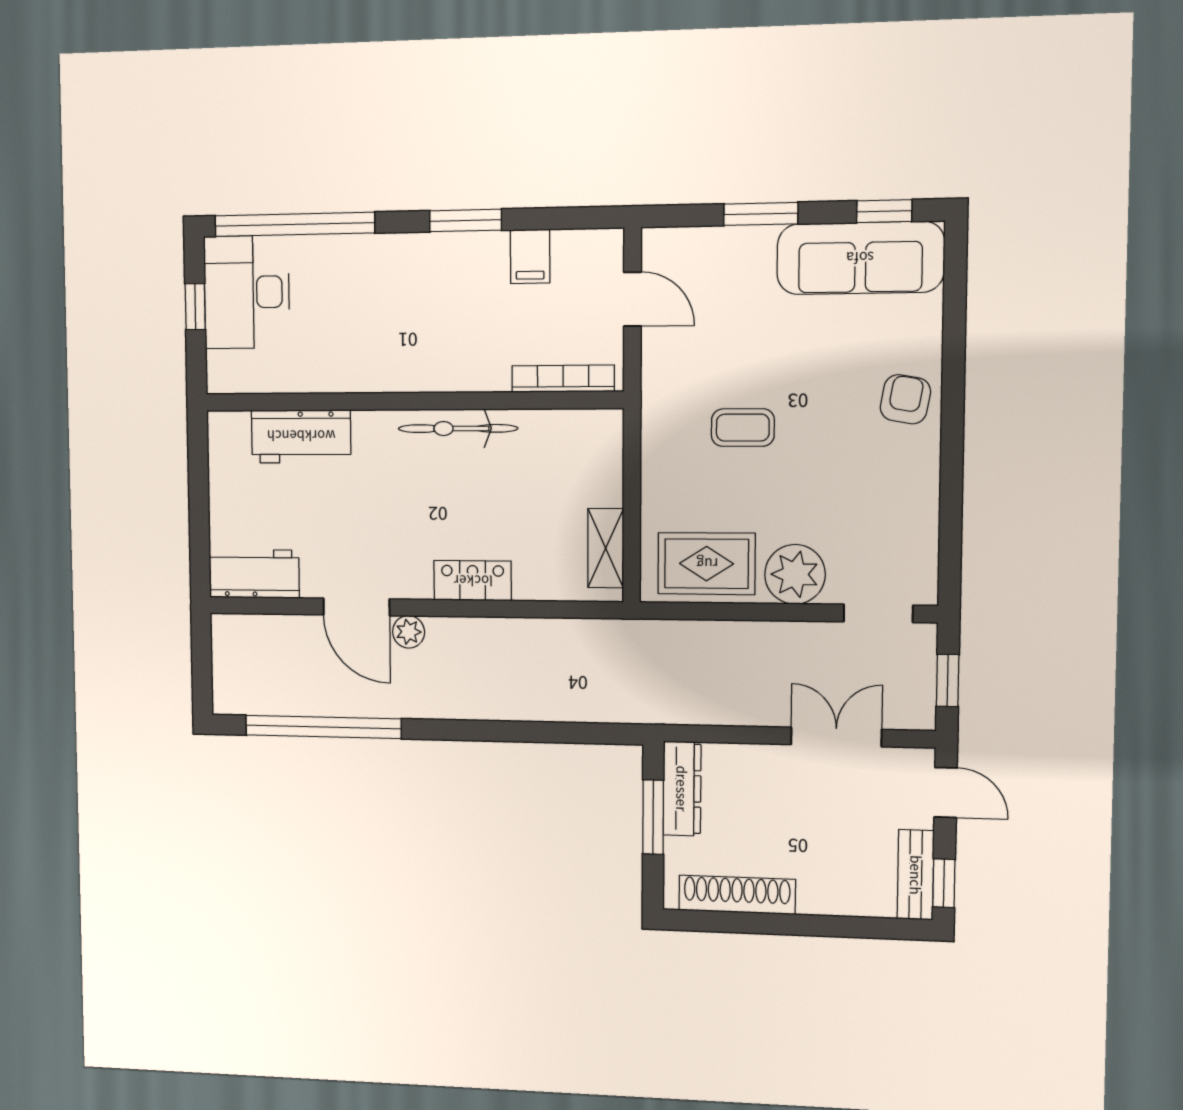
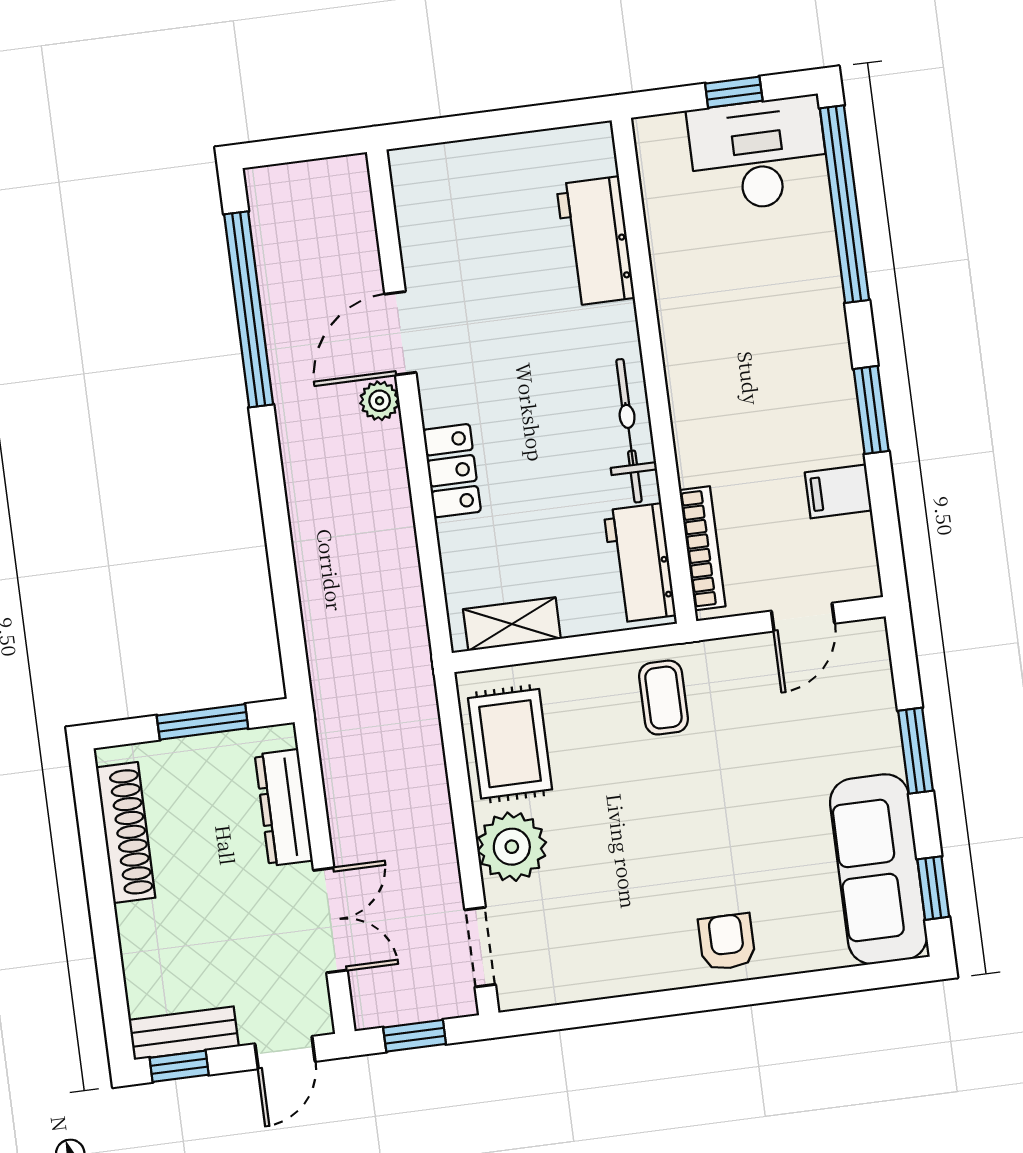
armchair: (905, 399) -> (727, 942), turned -100
coffee table: (743, 428) -> (663, 698), moved
workbench: (254, 574) -> (640, 563), moved, turned 180
dresser: (682, 789) -> (284, 808), moved, turned 90

